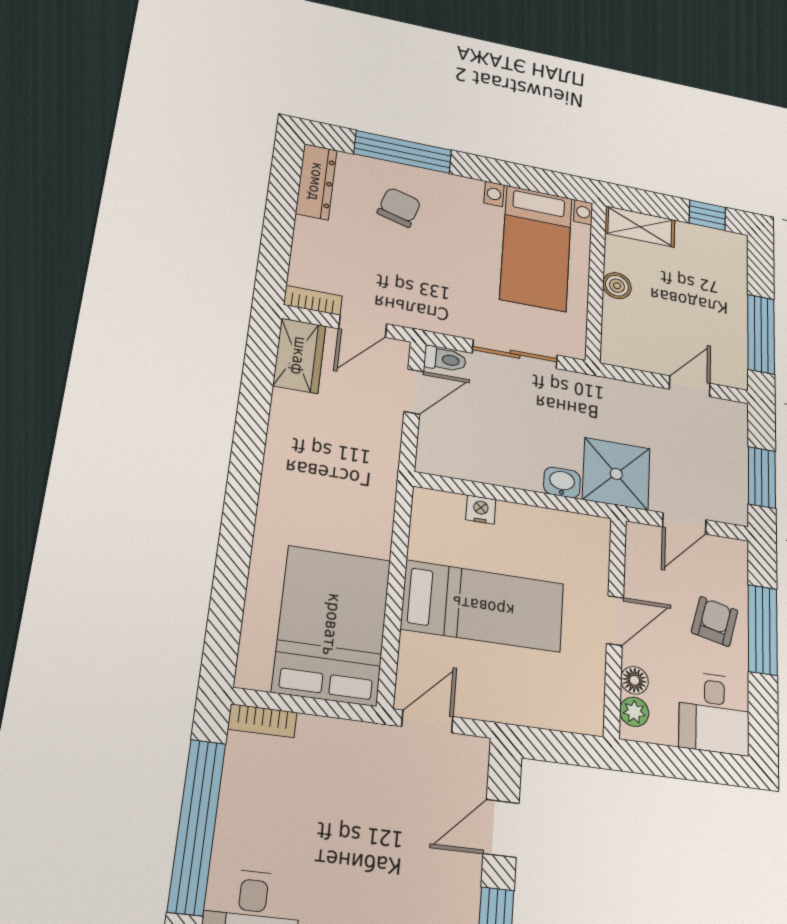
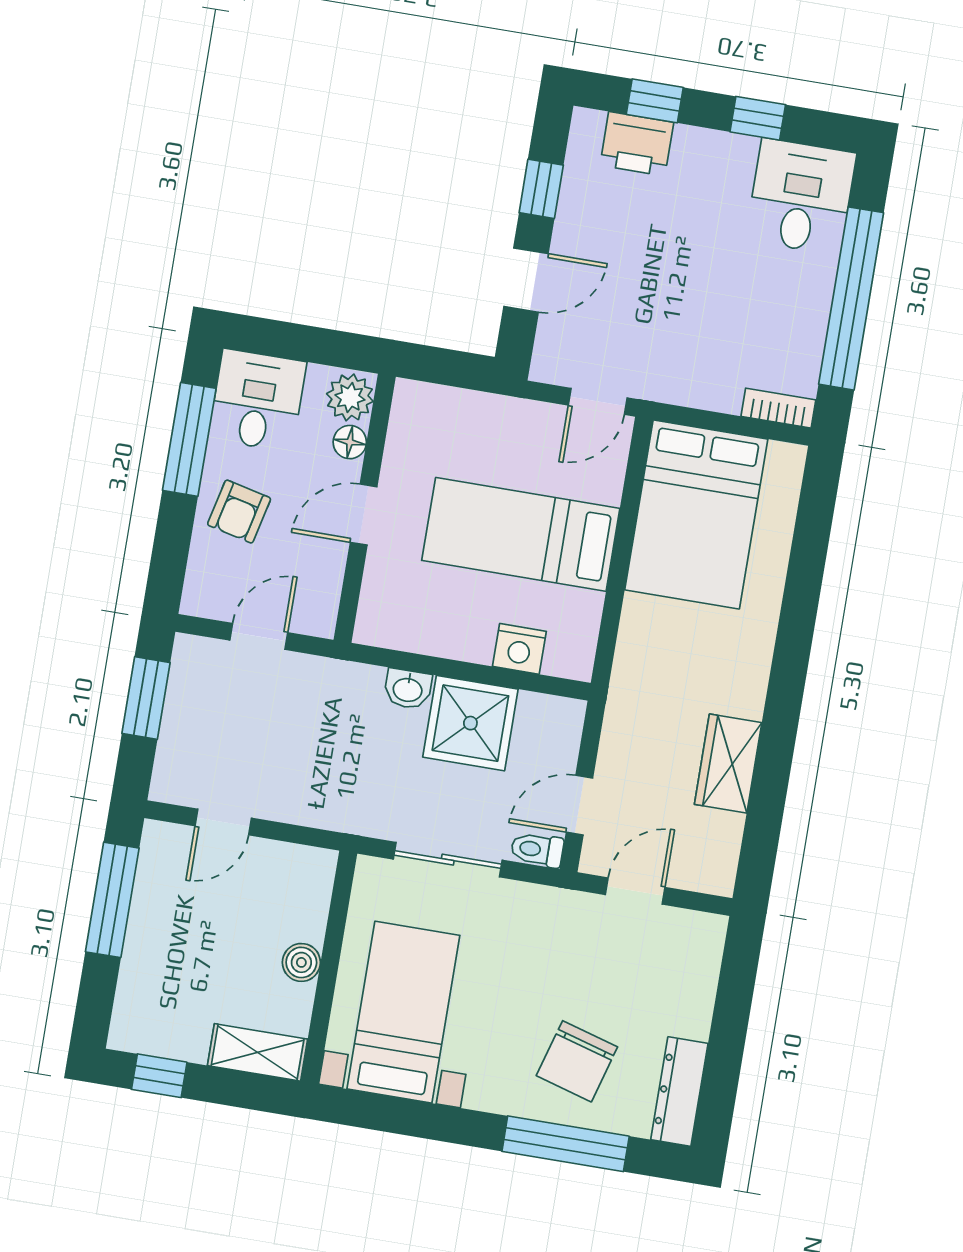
chair: (399, 207) -> (577, 1061), width x1.37, depth x1.37
bookcase: (313, 300) -> (694, 924), removed
wardrobe: (299, 356) -> (728, 763), moved
shower: (616, 474) -> (470, 723), moved
nightstand: (481, 510) -> (519, 649), width x1.39, depth x1.35
window: (763, 630) -> (189, 439), moved
plant: (634, 712) -> (350, 397), width x1.38, depth x1.38

